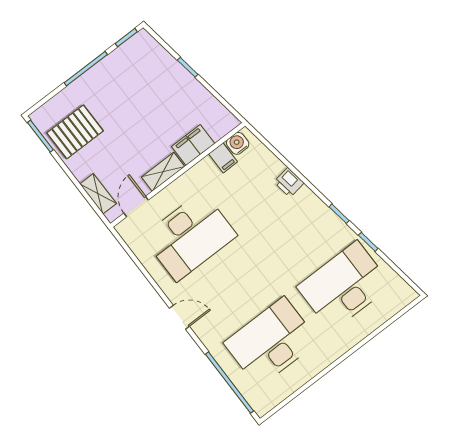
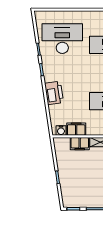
filing cabinet: (223, 158) -> (76, 129), width x2.00
printer: (289, 182) -> (54, 93), width x1.87, depth x1.48
desk: (344, 286) -> (62, 39), turned 180

